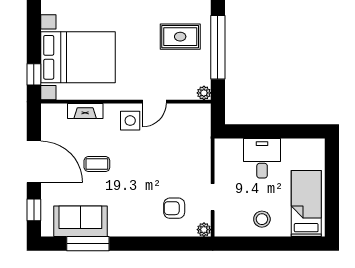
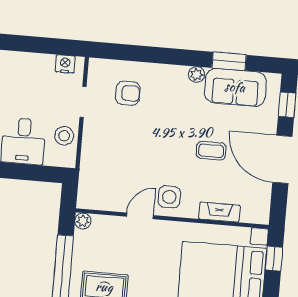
stool: (262, 219) -> (64, 136), moved
nightstand: (231, 229) -> (65, 64), added
plant: (204, 230) -> (197, 75), moved
window: (88, 244) -> (229, 61), width x0.69

